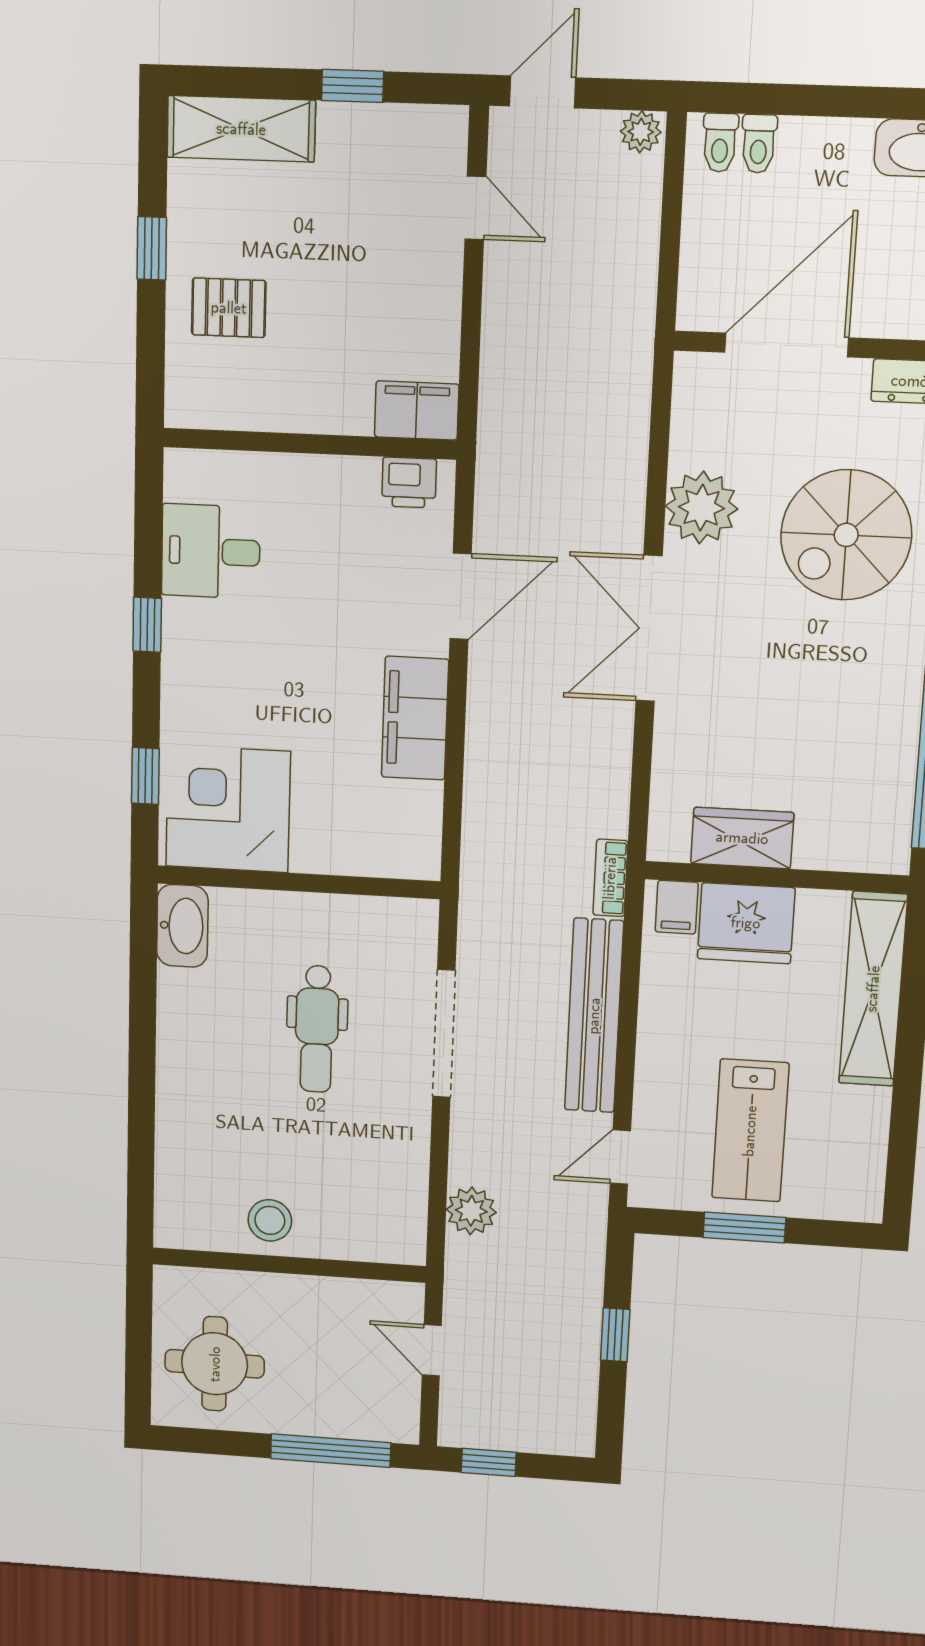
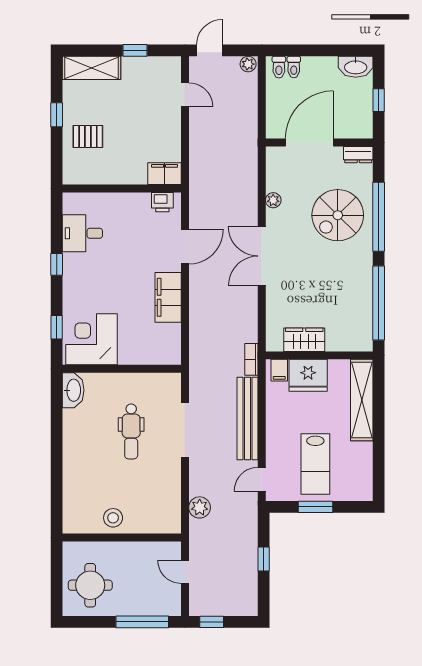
plant: (702, 508) -> (273, 200), width x0.53, depth x0.53

